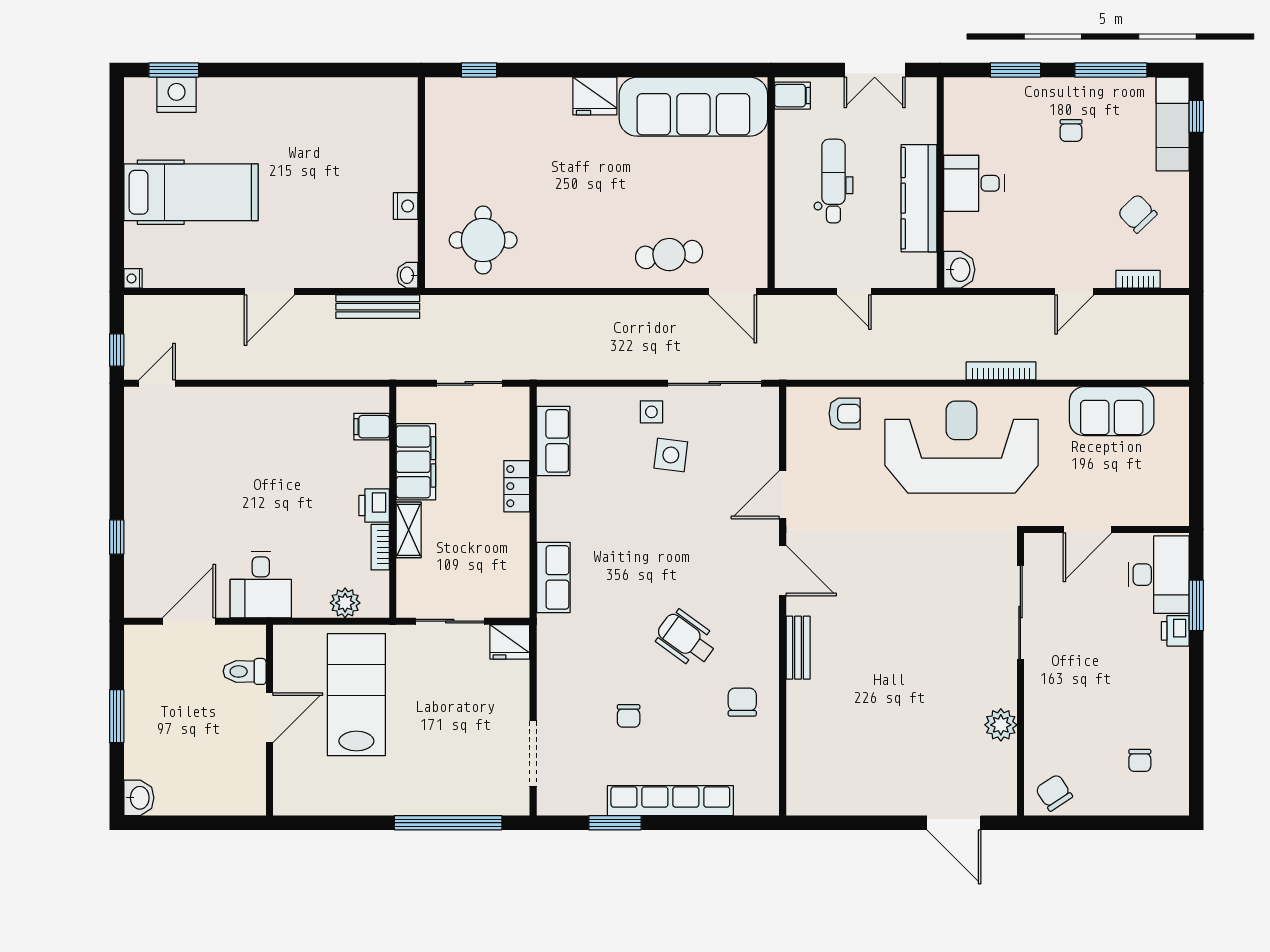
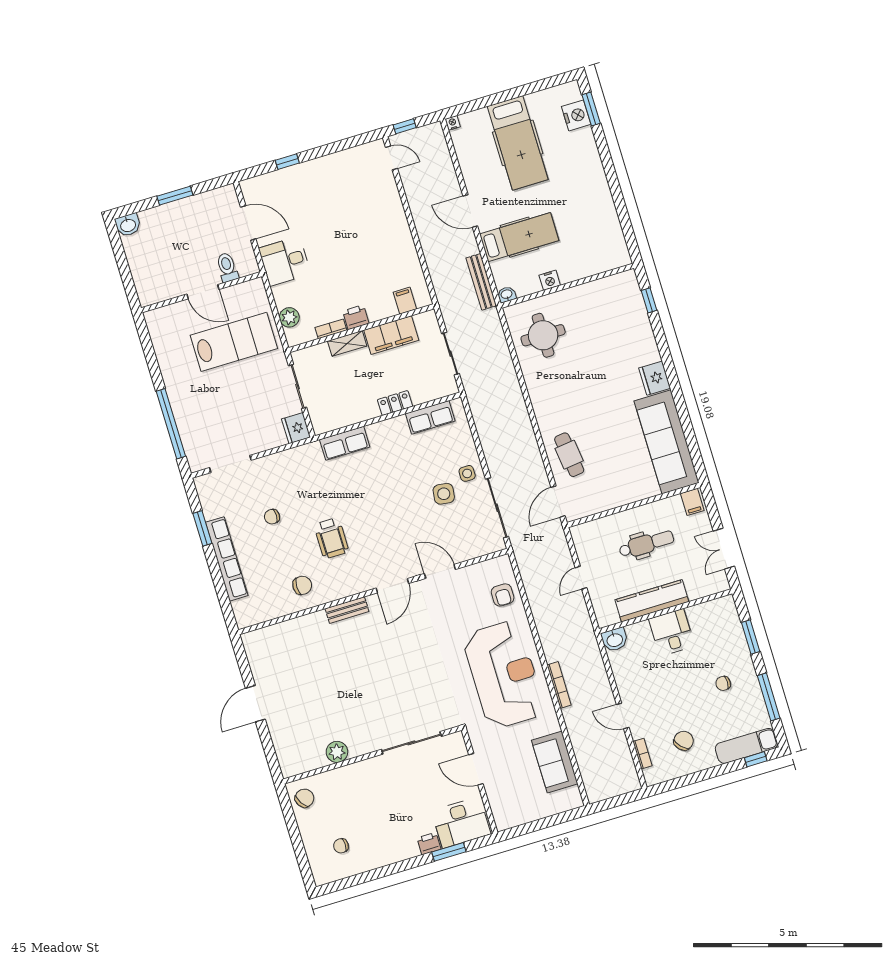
hospital bed: (329, 232) -> (519, 237), added
wheelchair: (686, 639) -> (331, 538), turned 144
door: (954, 823) -> (255, 704), moved

